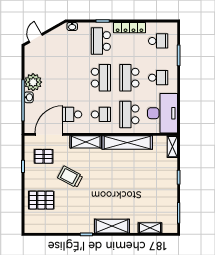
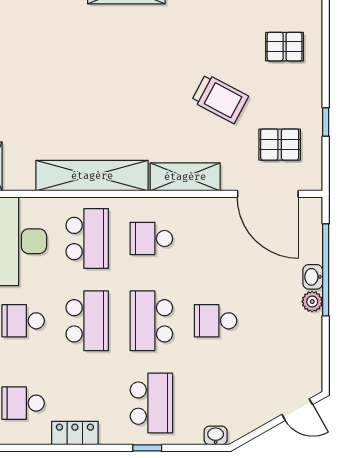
locker: (129, 28) -> (75, 433), width x0.66
door: (36, 38) -> (297, 410), hinge flipped
plant: (33, 82) -> (312, 302), width x0.53, depth x0.53
school desk: (72, 114) -> (216, 321), moved, turned 180
door: (49, 134) -> (268, 194), hinge flipped
pallet: (41, 200) -> (285, 47), width x0.67, depth x0.71

